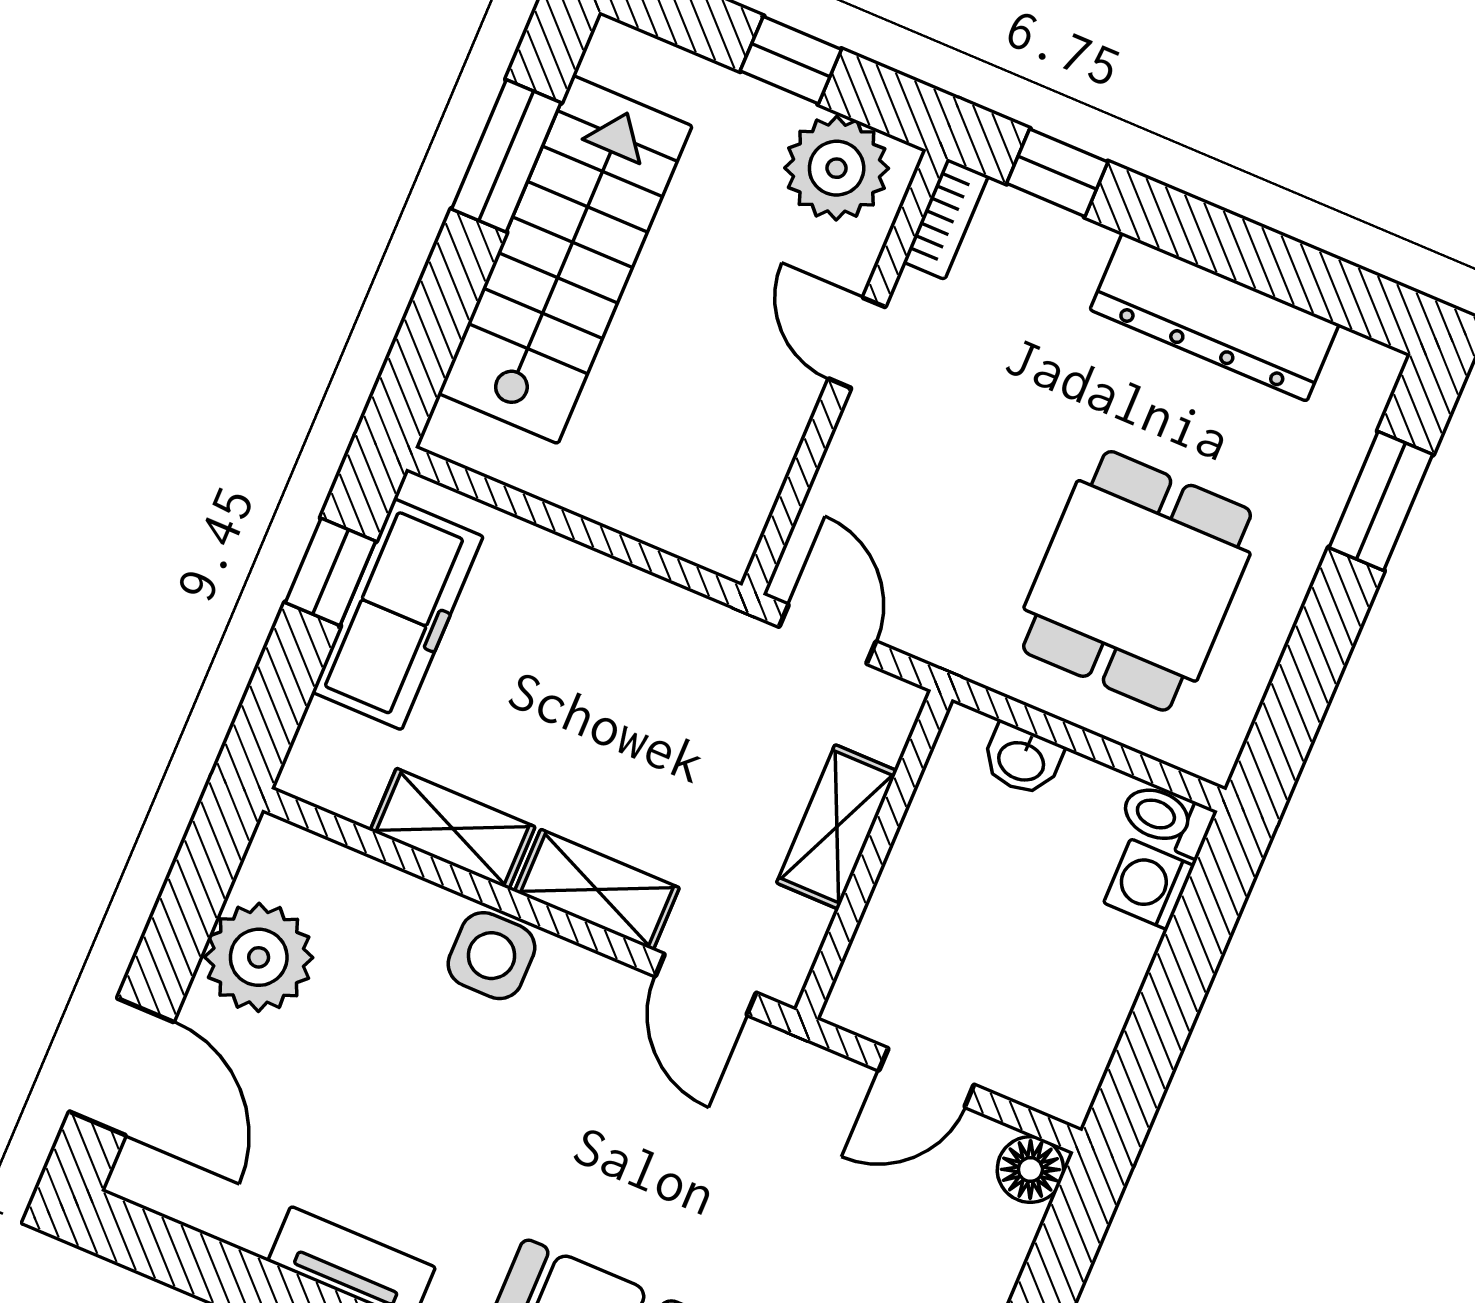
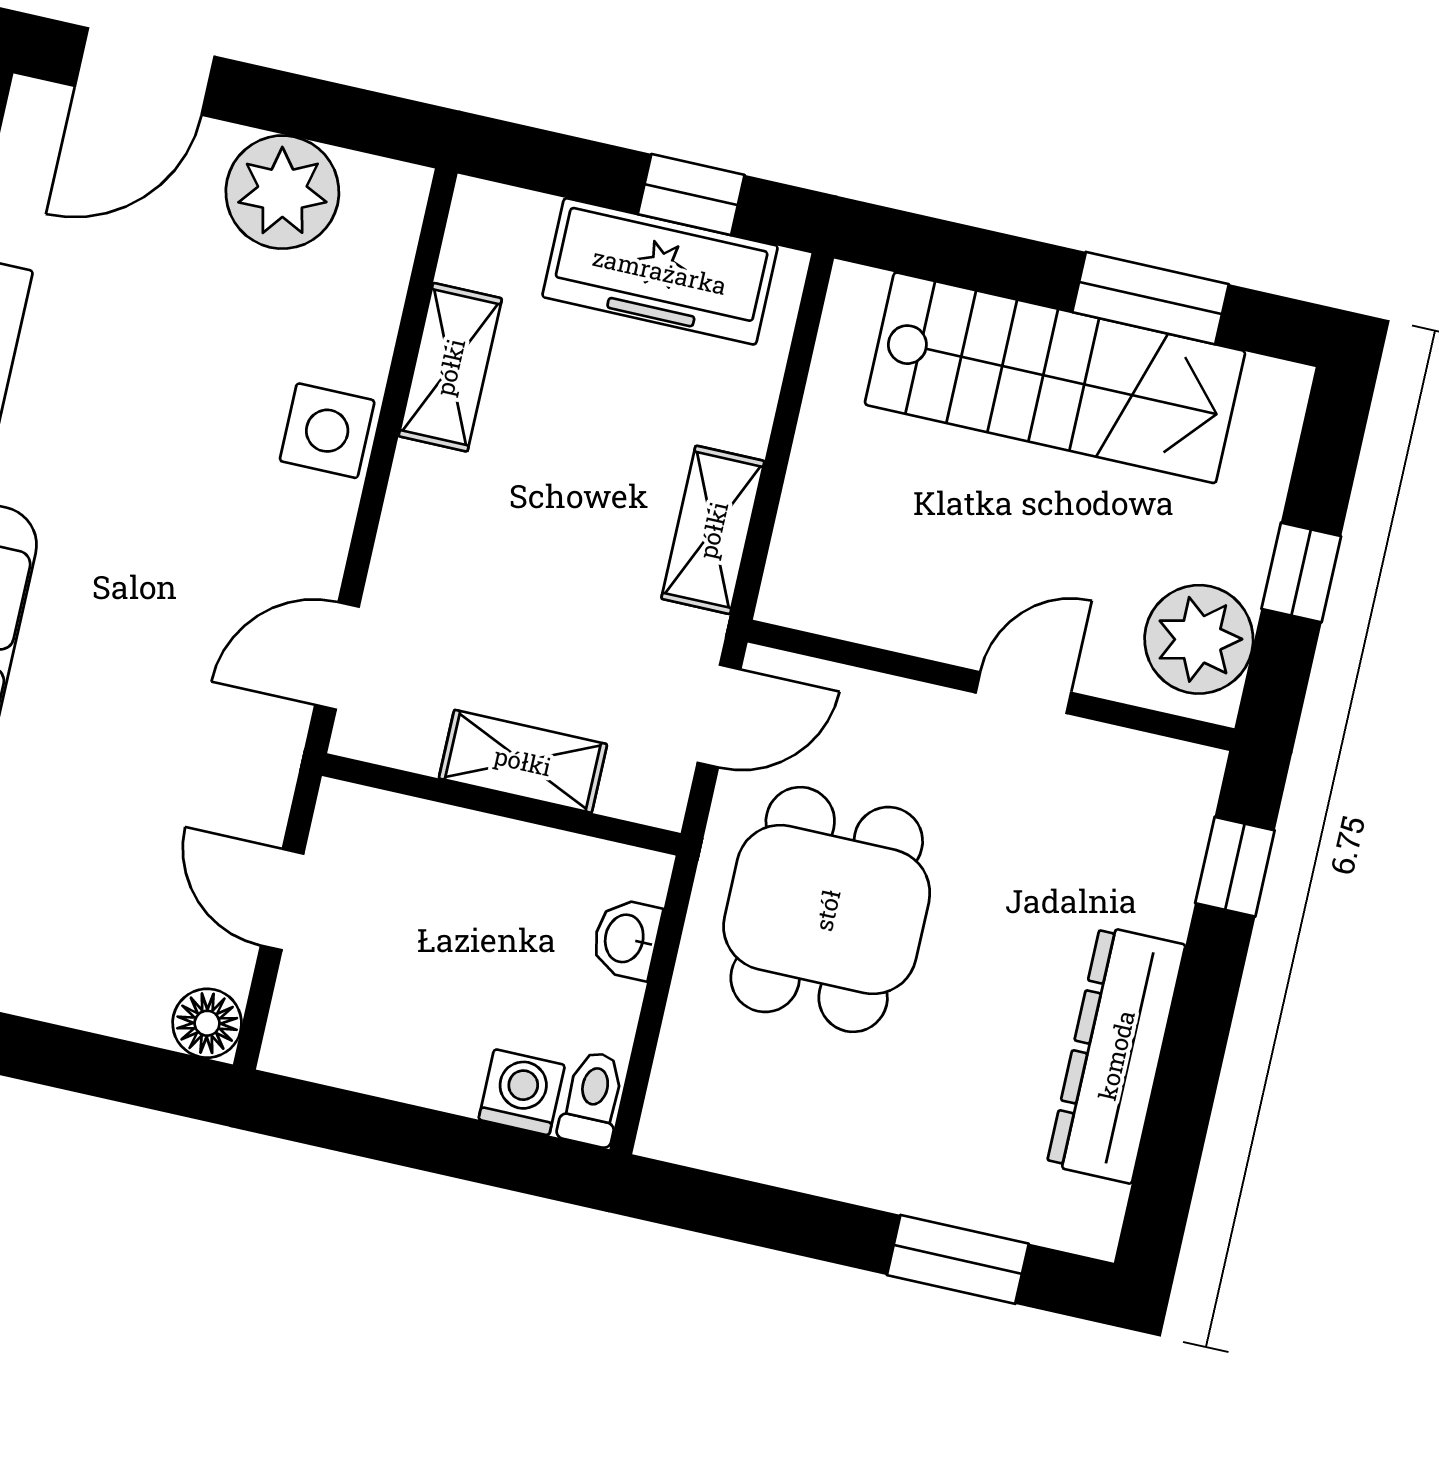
bookcase: (946, 219) -> (1167, 761), removed
dining table: (1137, 581) -> (827, 910), moved, turned 90
shelving: (597, 890) -> (713, 530), moved

